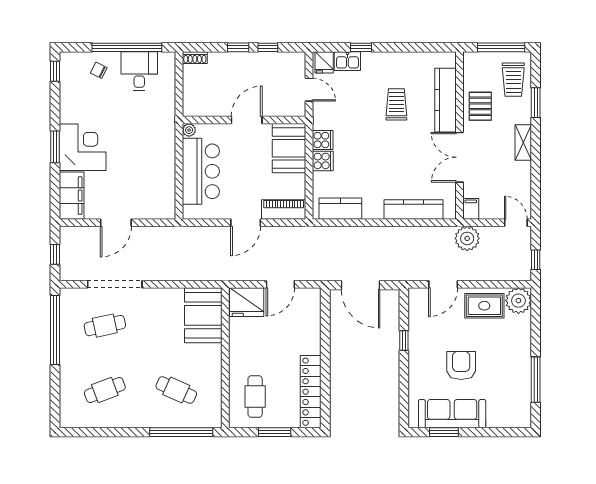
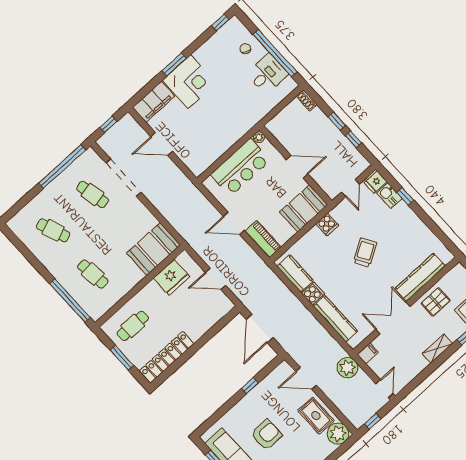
trolley: (396, 104) -> (365, 252), moved, turned -31
cooker: (323, 161) -> (313, 294), moved, turned -90
fridge: (247, 302) -> (172, 277), moved, turned -90
cafe table: (176, 390) -> (93, 274), turned -30

